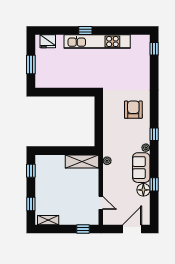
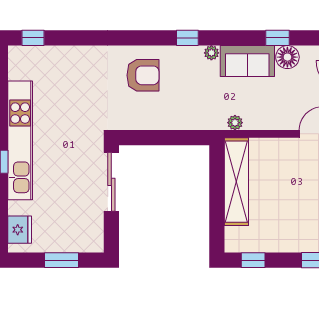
sliding door: (74, 92) -> (111, 182), added
armchair: (133, 110) -> (143, 75), turned 180
shelving: (82, 161) -> (236, 182), width x1.47

